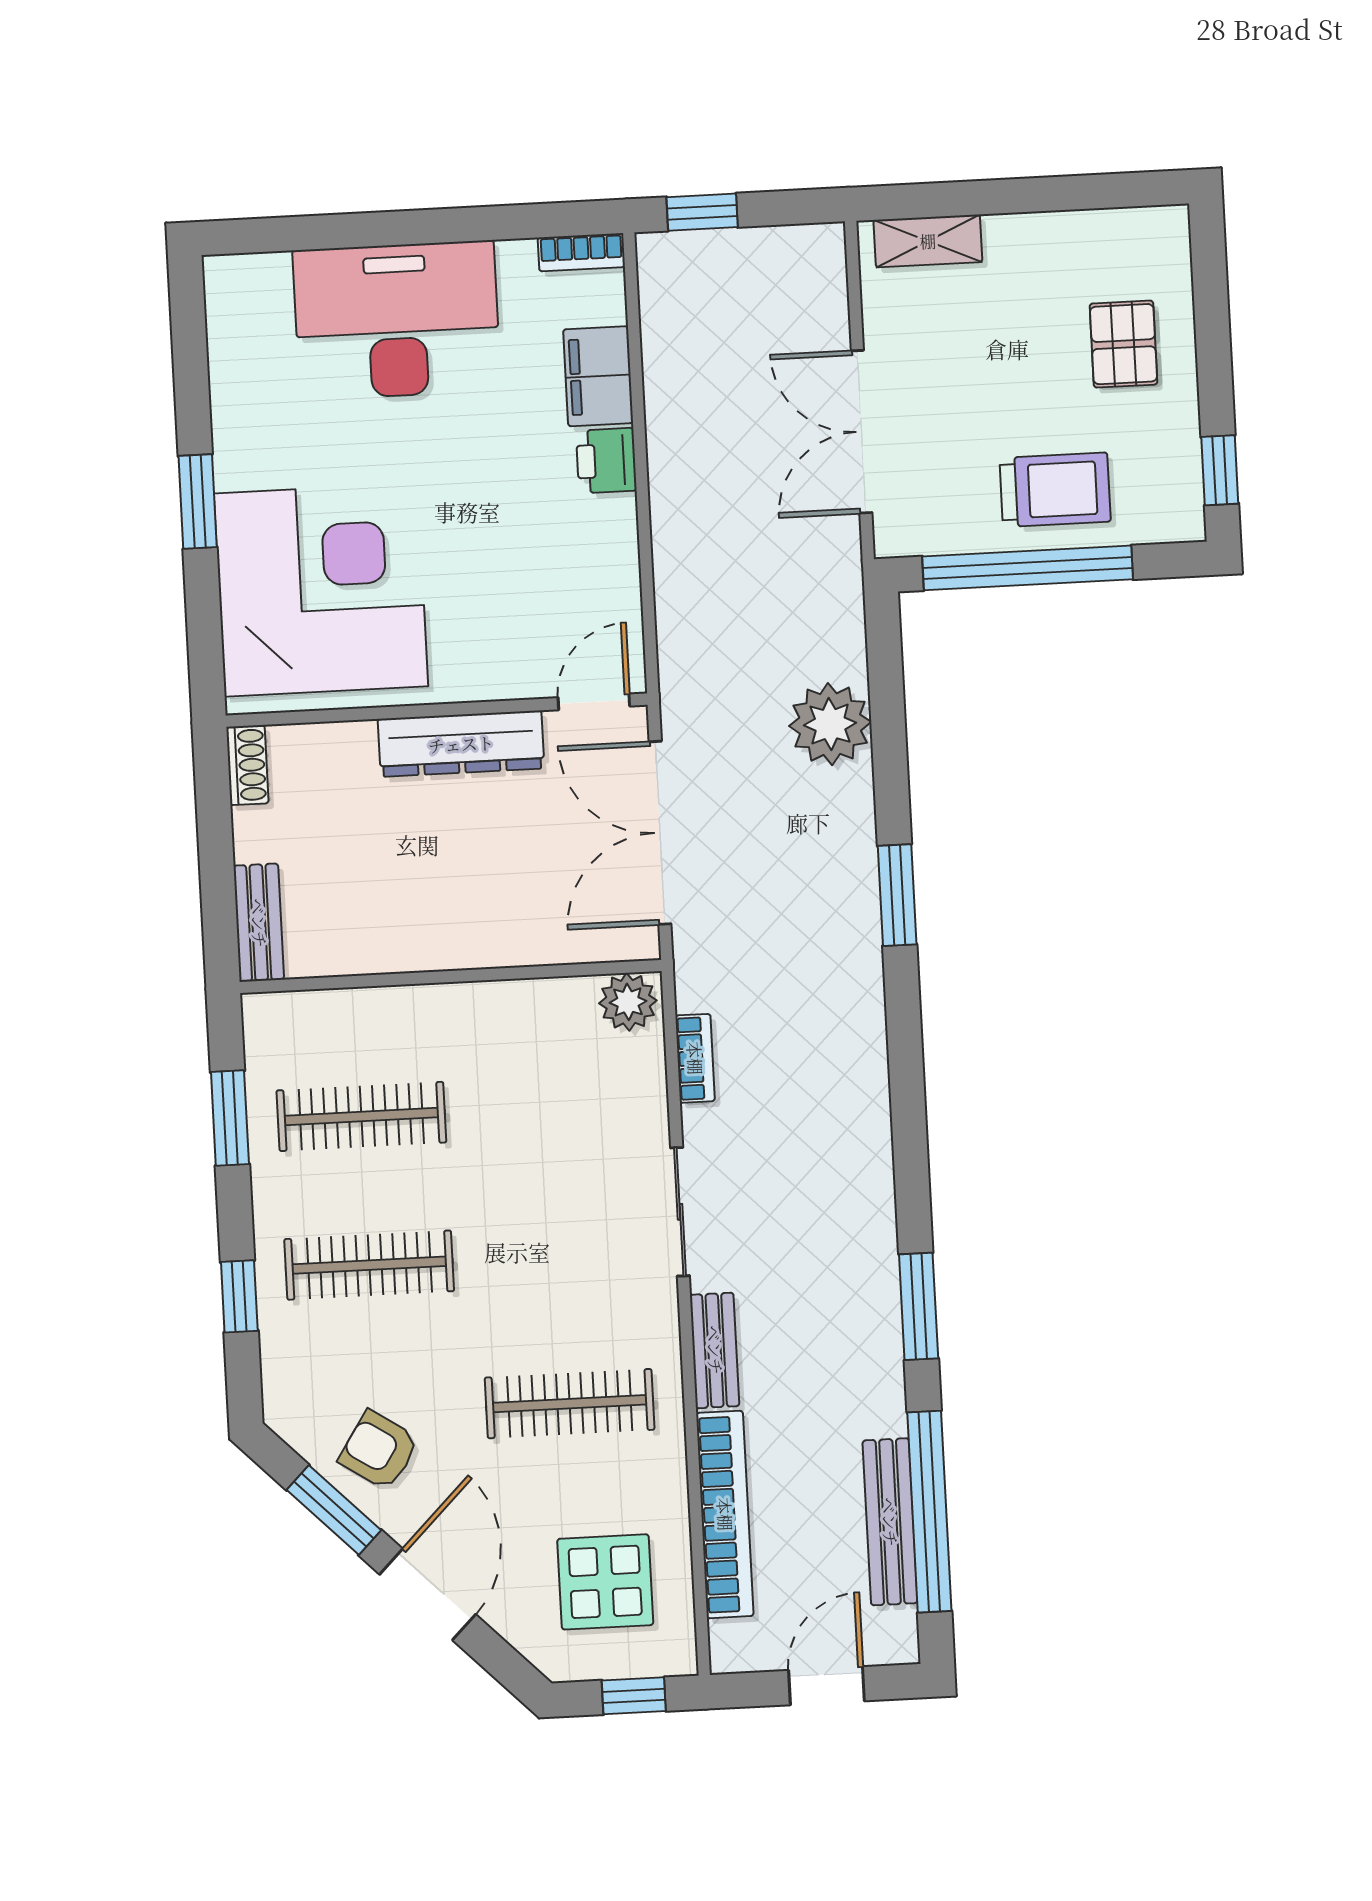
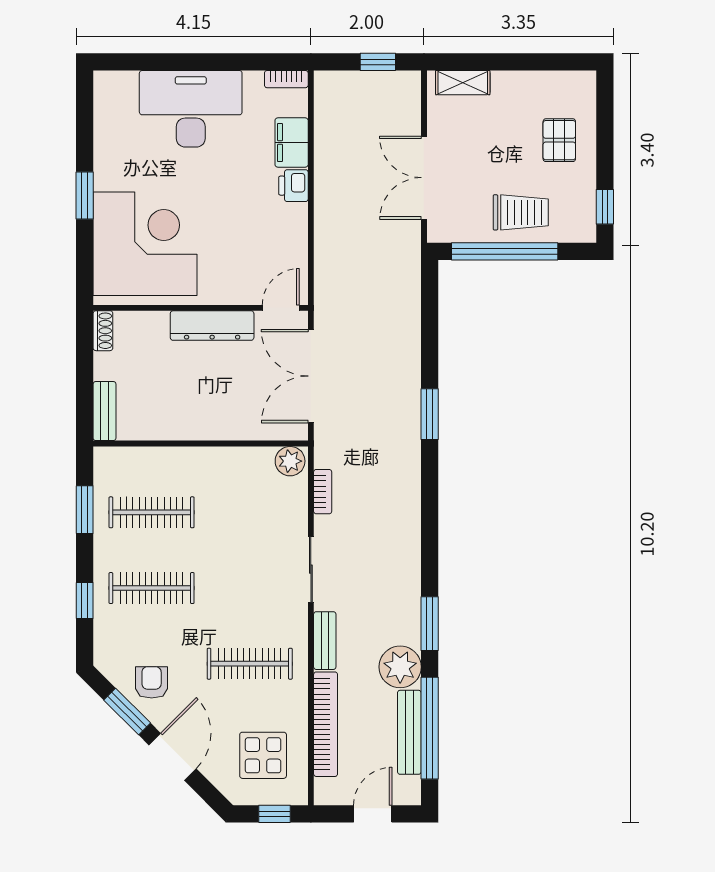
window: (702, 212) -> (378, 62), moved
plant: (830, 724) -> (400, 667), moved
armchair: (379, 1450) -> (152, 682), turned 57

